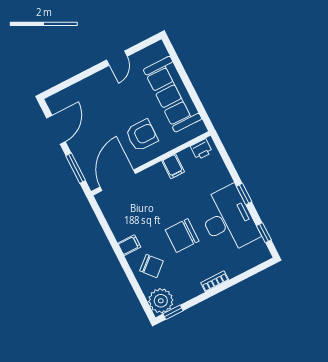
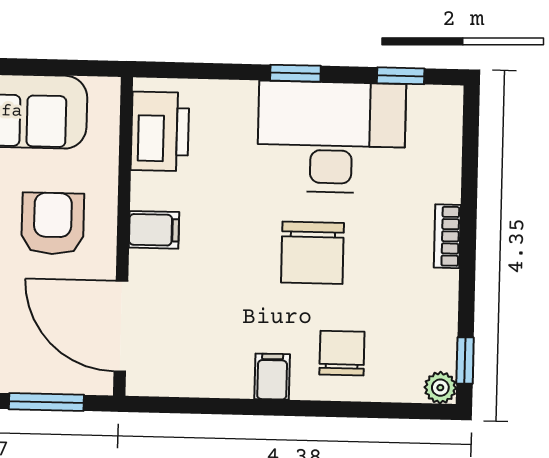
printer: (201, 149) -> (160, 131), width x1.87, depth x1.48
filing cabinet: (173, 166) -> (154, 230), moved
chair: (151, 266) -> (342, 353), turned -49
plant: (161, 301) -> (440, 388), width x0.53, depth x0.53

